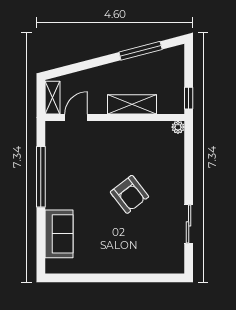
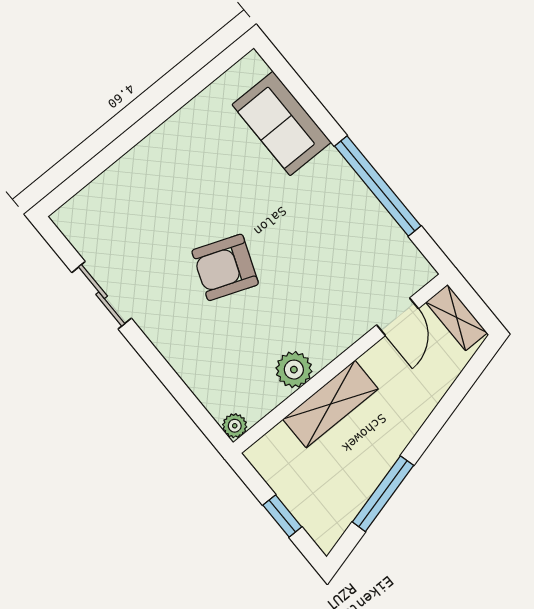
window: (189, 98) -> (282, 516), moved
plant: (135, 130) -> (294, 370), added
armchair: (129, 194) -> (225, 267), turned -31

